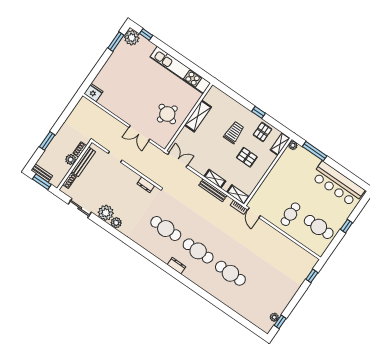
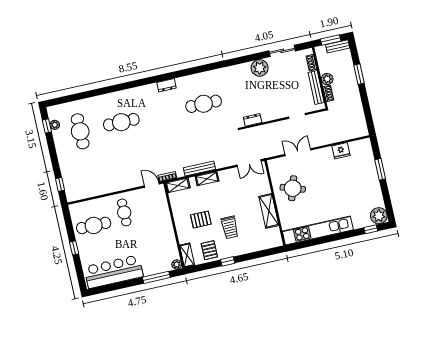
window: (116, 42) -> (380, 169), moved
fridge: (93, 92) -> (341, 151), moved
plant: (116, 223) -> (244, 69), removed
cafe table: (198, 251) -> (80, 131), moved, turned 90

